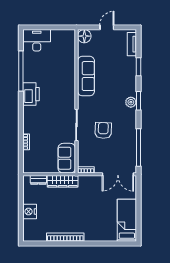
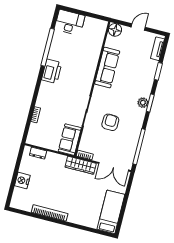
wardrobe: (63, 181) -> (81, 165), moved

